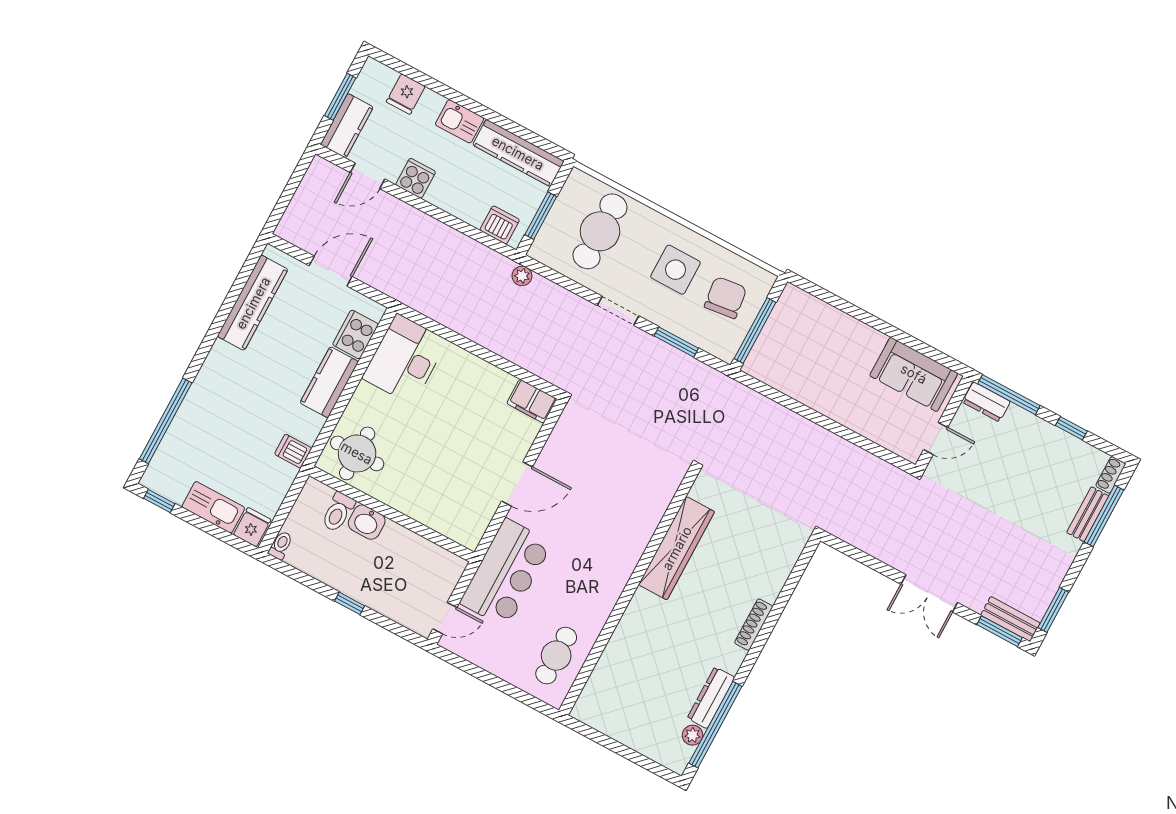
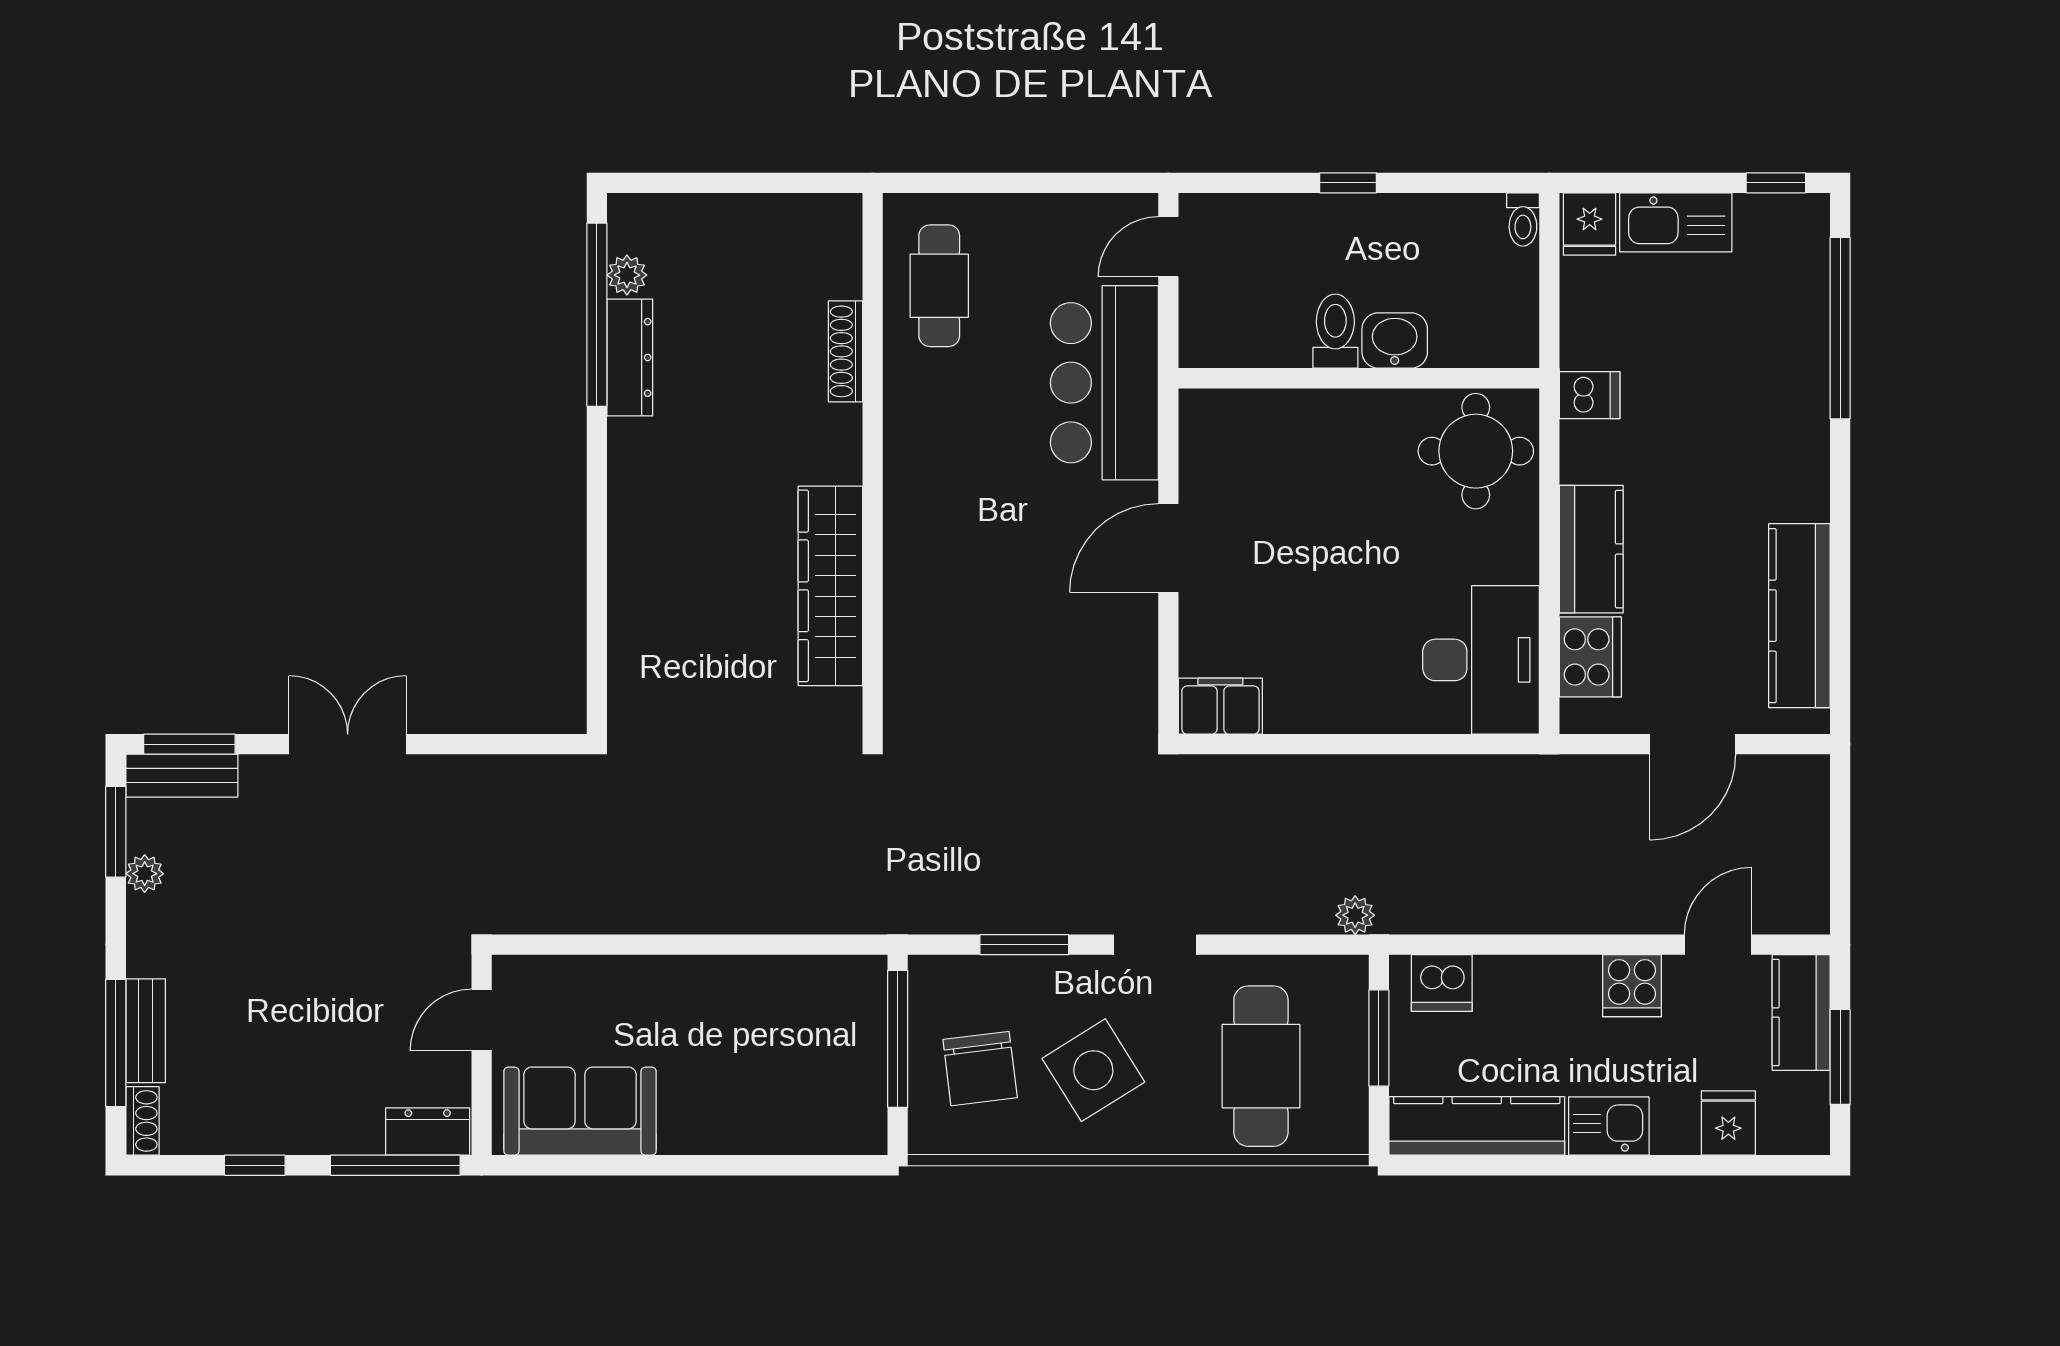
side table: (676, 270) -> (1093, 1070), turned -32
toilet: (338, 512) -> (1335, 331), moved
plant: (1050, 584) -> (145, 874), added
shoe rack: (754, 625) -> (845, 351), moved, turned 180

